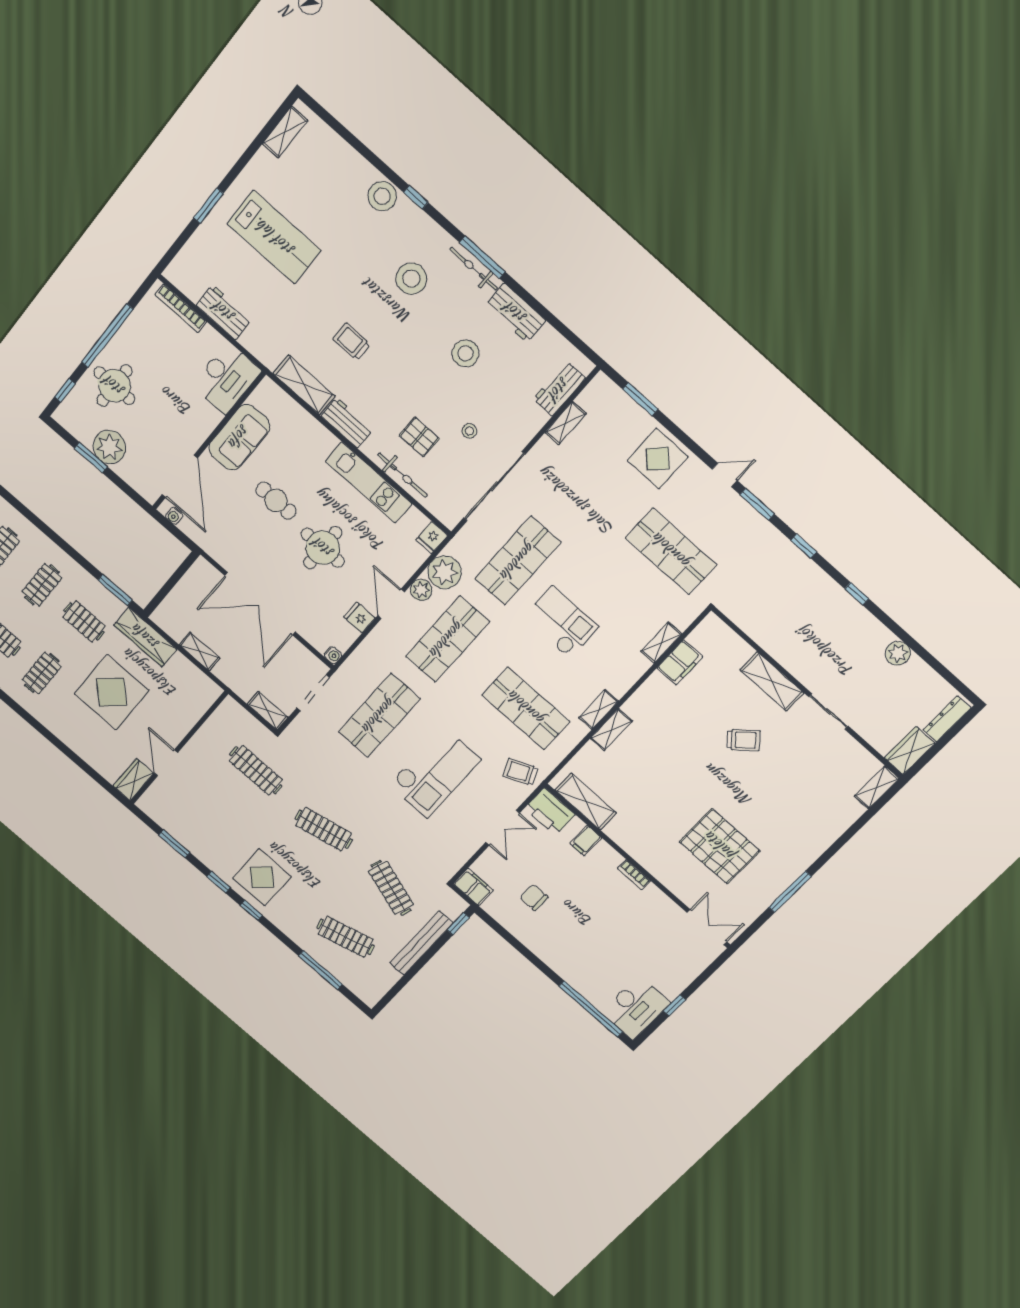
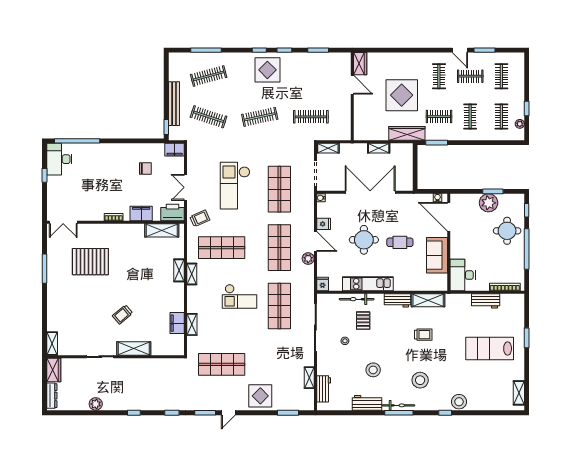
pallet: (419, 437) -> (363, 321), turned 90
plant: (444, 572) -> (305, 274), removed
filing cabinet: (586, 841) -> (141, 213), width x2.00

